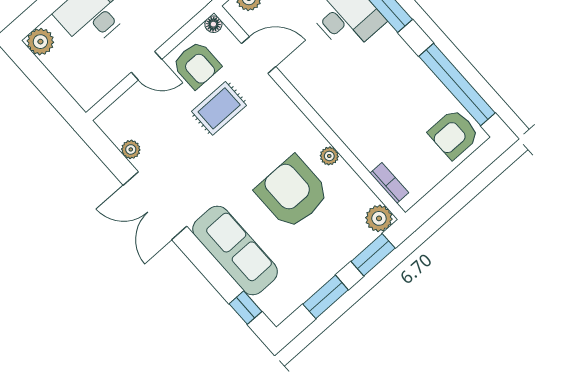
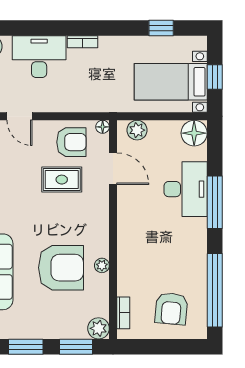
armchair: (197, 65) -> (71, 142), turned -90
door: (147, 66) -> (19, 116), moved
armchair: (454, 134) -> (171, 309), moved, turned -85
armchair: (292, 192) -> (61, 268), turned 90

